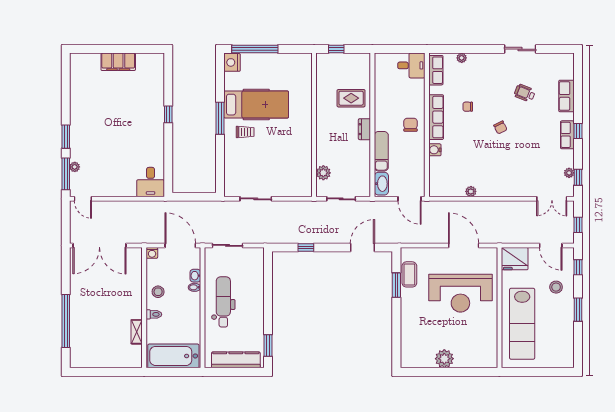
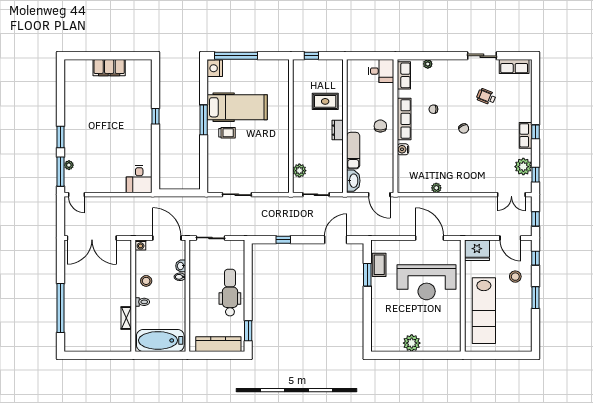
row of seats: (566, 96) -> (514, 66), moved, turned -90
plant: (569, 173) -> (523, 167), width x1.88, depth x1.88
dental chair: (223, 302) -> (230, 293), moved

